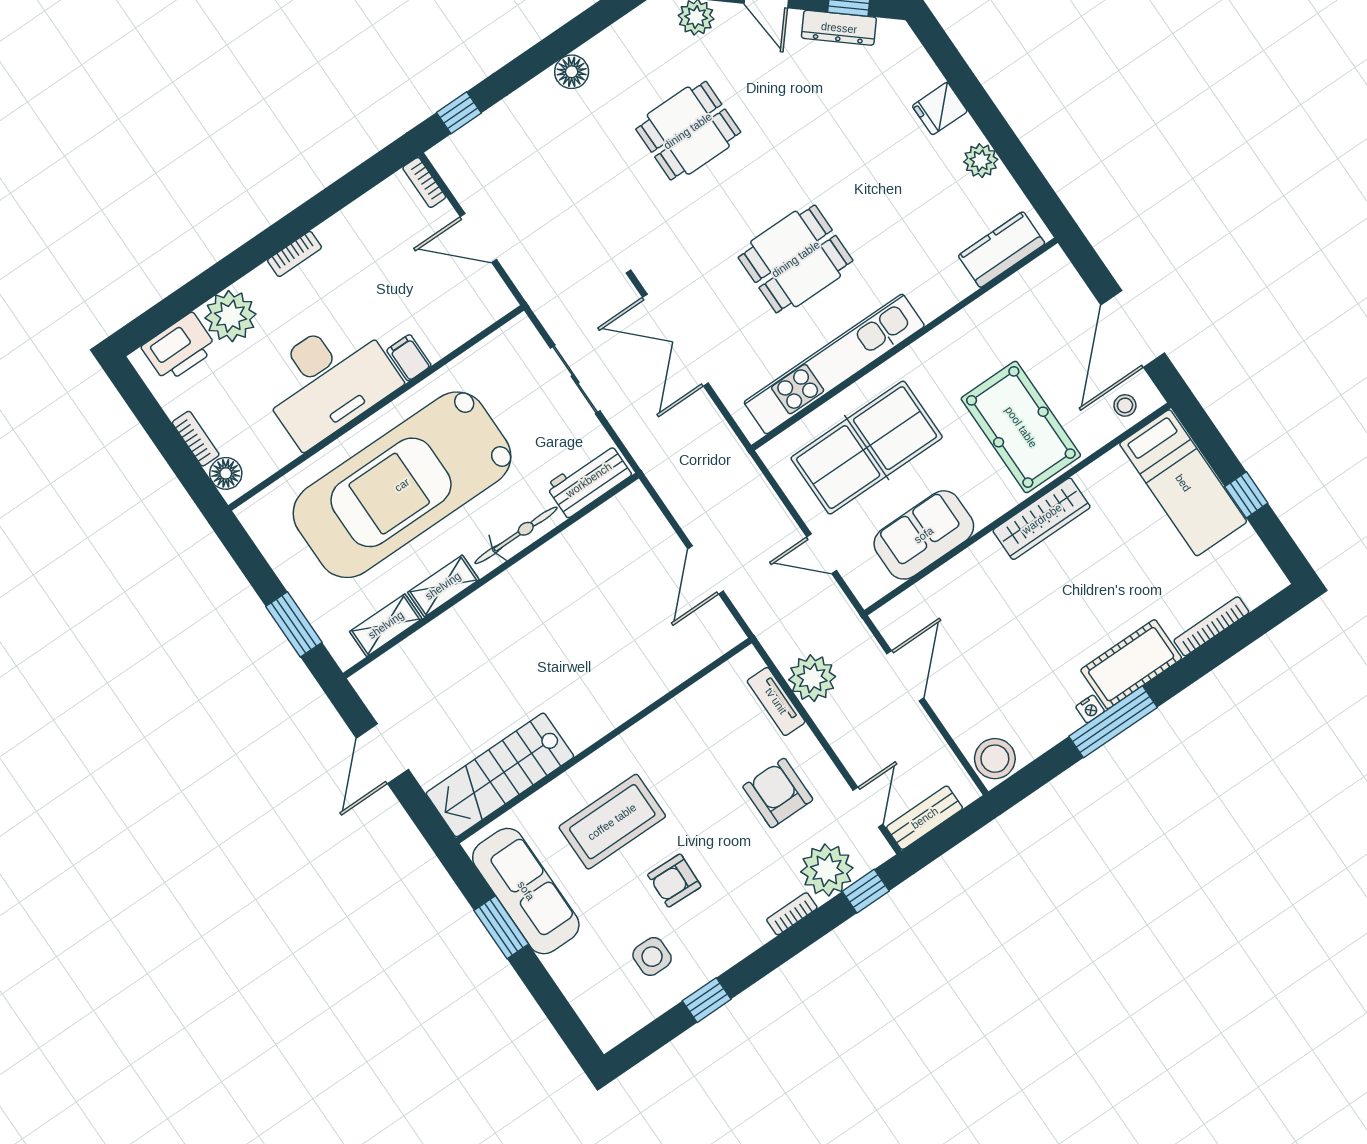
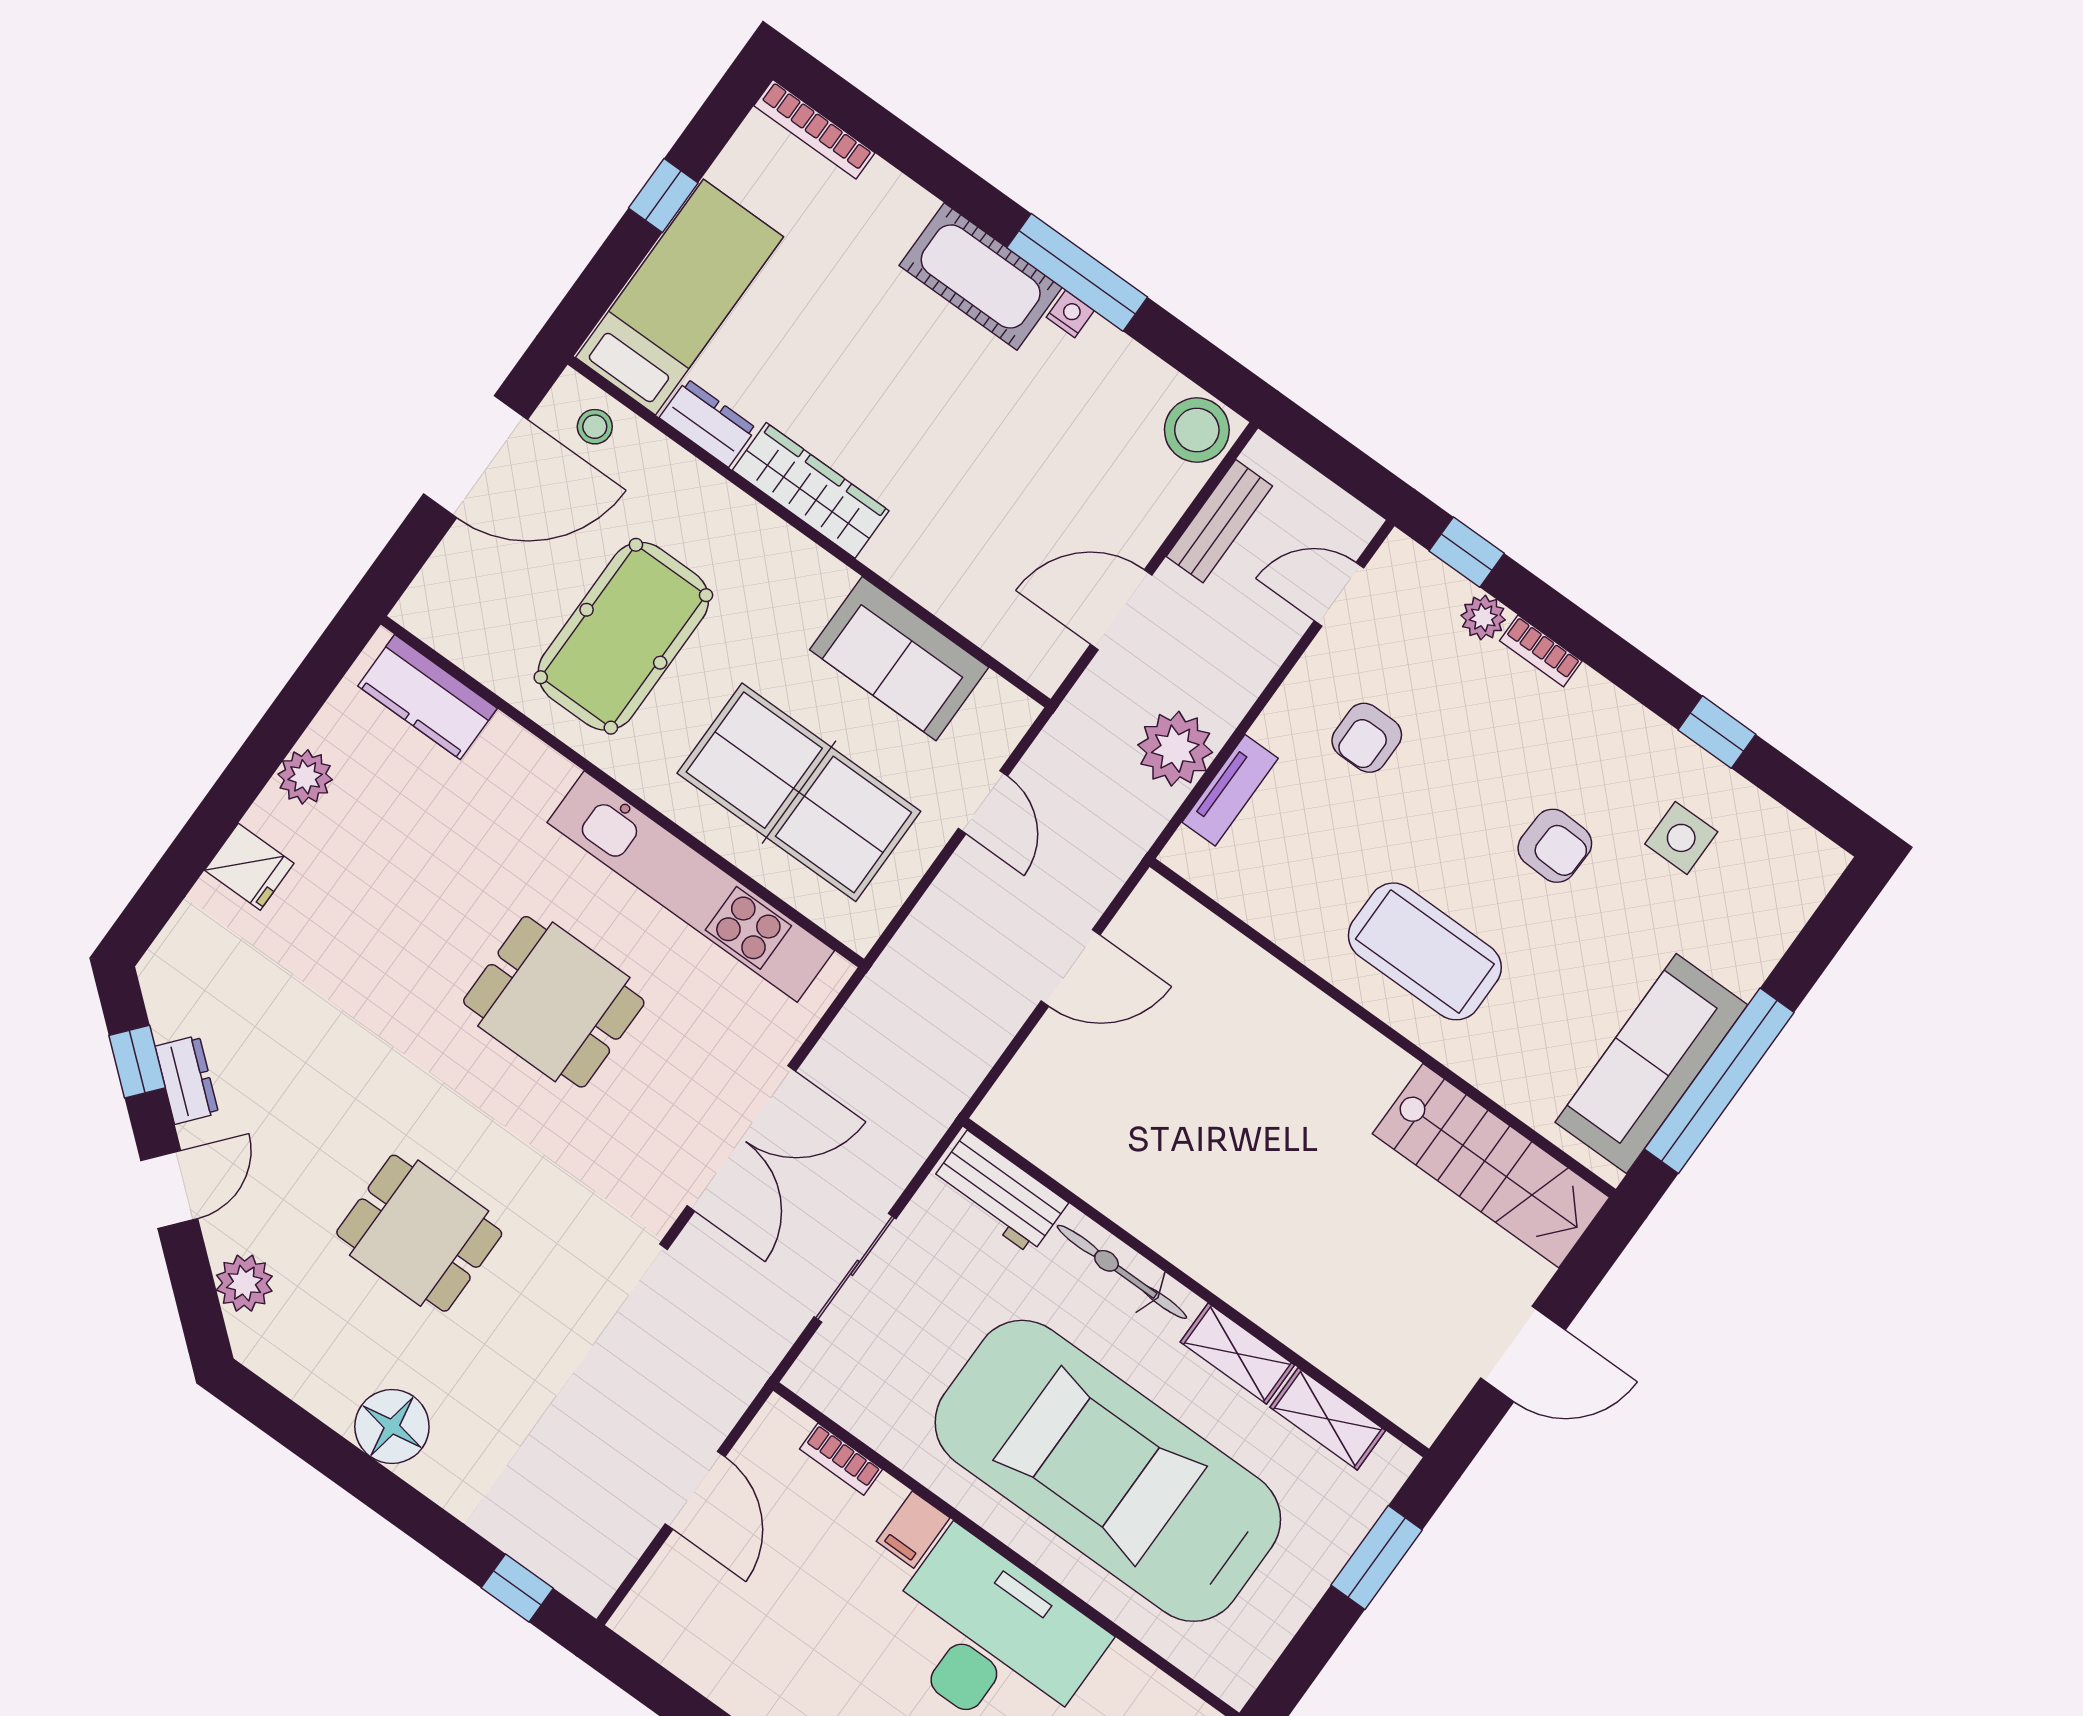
dresser: (839, 28) -> (187, 1080), width x0.70
floor lamp: (572, 72) -> (392, 1427), width x1.38, depth x1.38
bookcase: (424, 182) -> (841, 1459), moved, turned 90
pool table: (1021, 427) -> (623, 636), moved
dresser: (1103, 473) -> (708, 423), added
car: (402, 485) -> (1108, 1471), turned 180
bookcase: (1211, 626) -> (814, 129), moved
armchair: (778, 793) -> (1367, 738), width x0.72, depth x0.72
bench: (925, 818) -> (1219, 521), moved, turned 90
coffee table: (612, 822) -> (1425, 951), moved
plant: (827, 870) -> (1483, 618), width x0.53, depth x0.53
window: (501, 927) -> (1719, 1081), width x2.11

